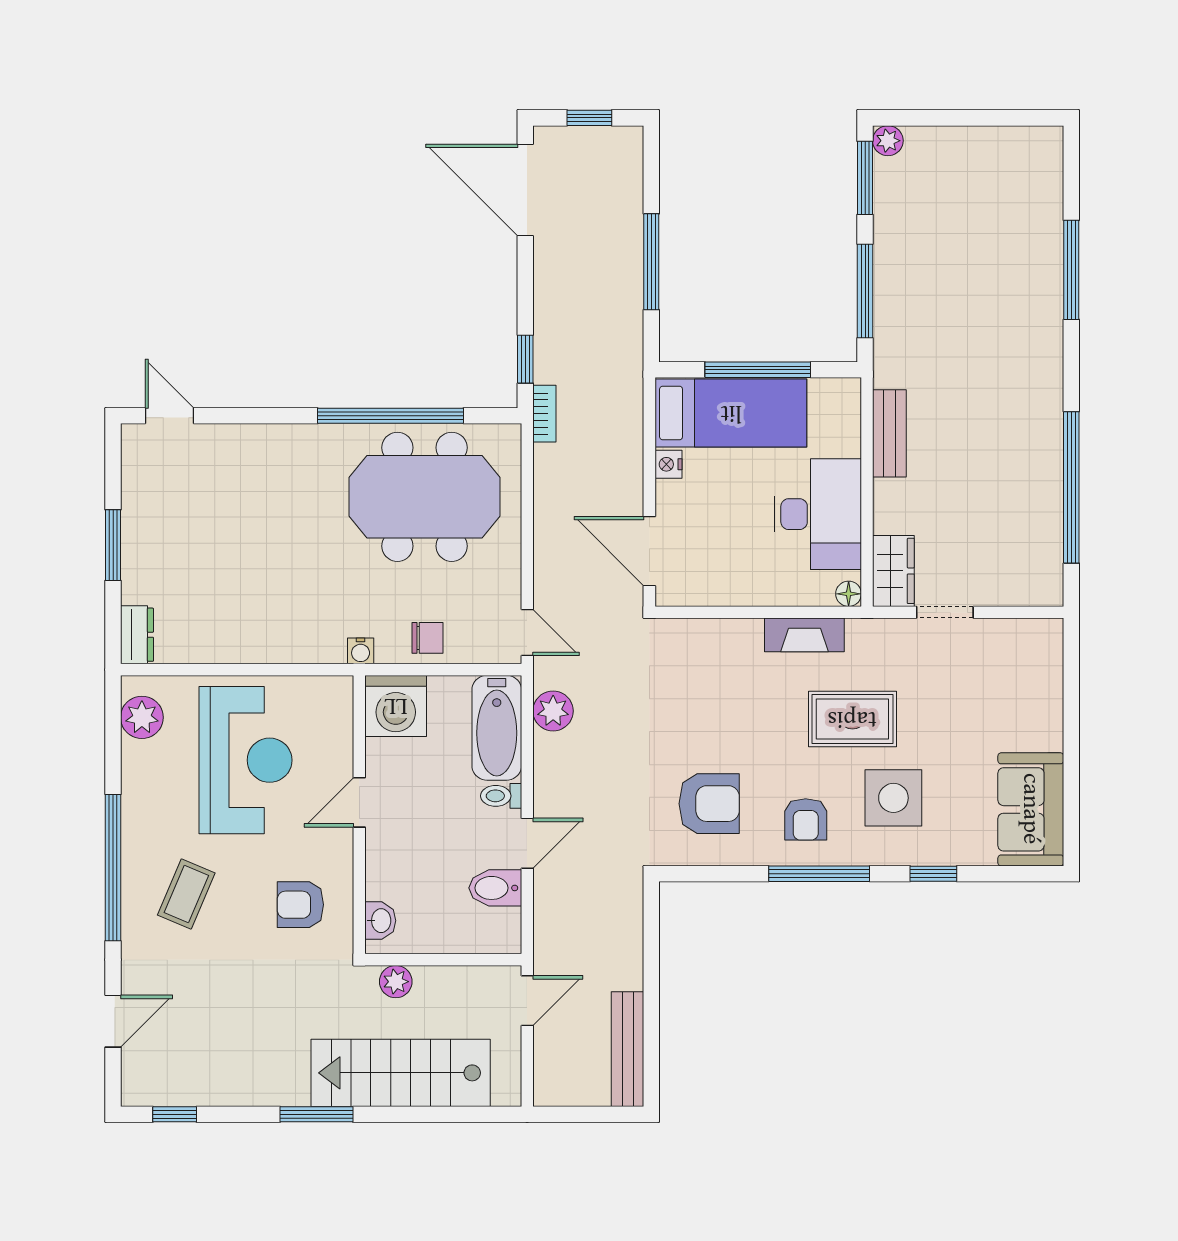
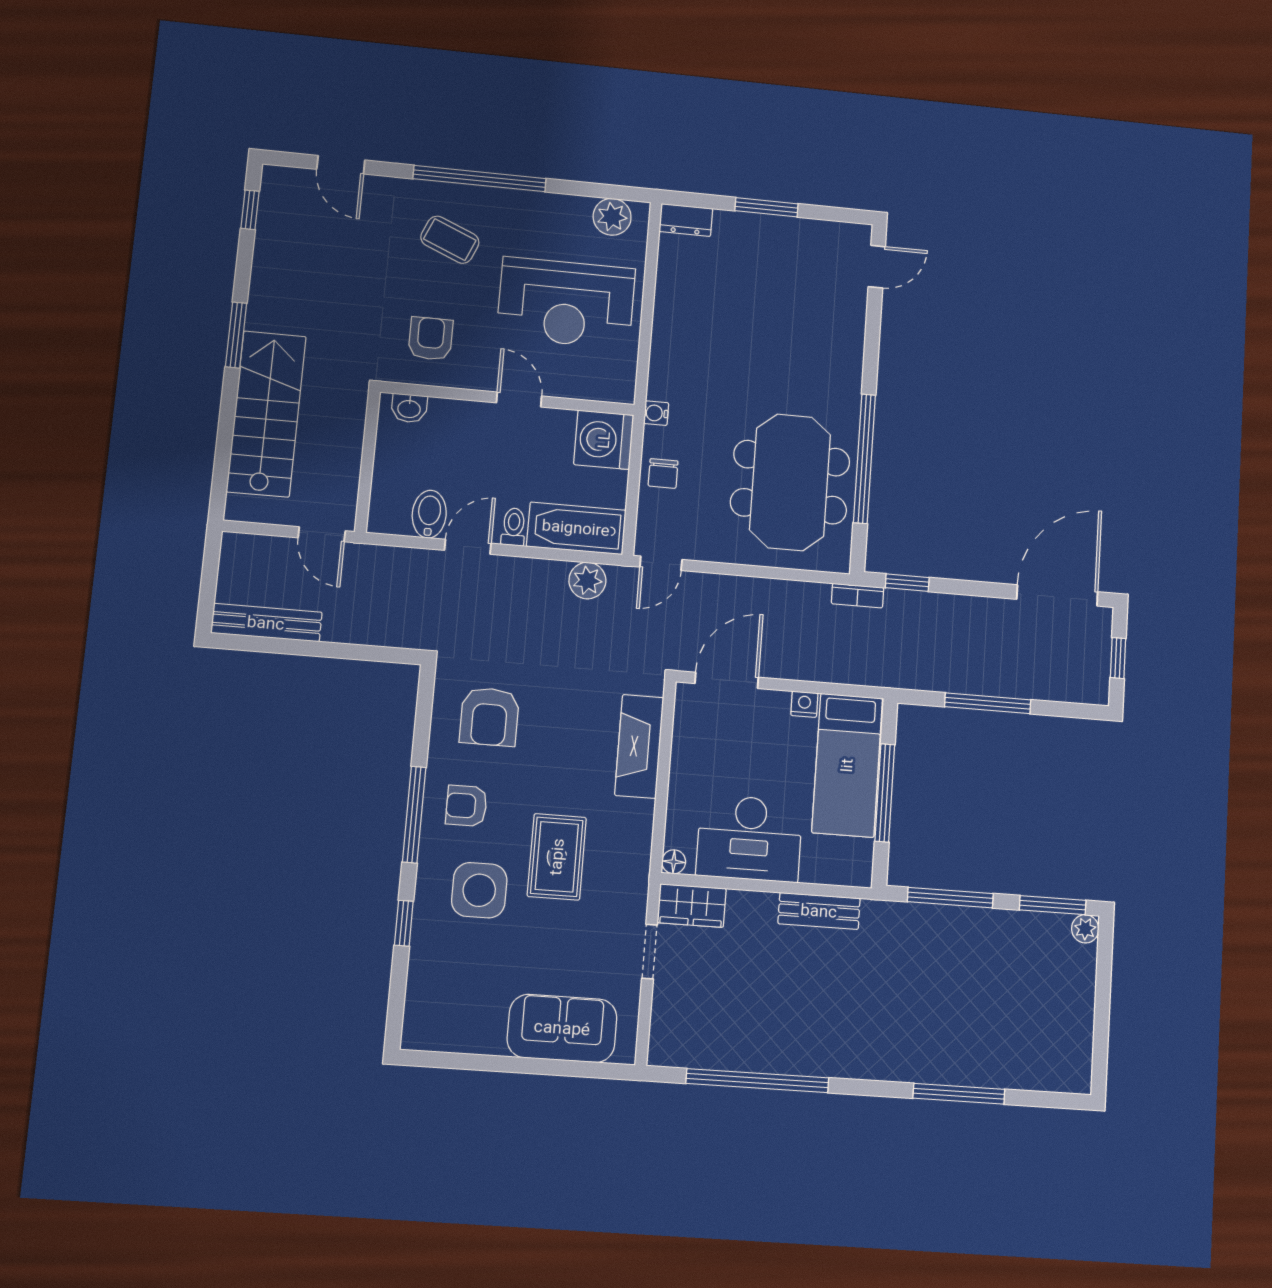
fireplace: (804, 635) -> (639, 746), moved, width x1.37, depth x1.32
sofa: (1031, 809) -> (562, 1028), moved
door: (527, 843) -> (468, 547), swing flipped
plant: (396, 982) -> (351, 417), removed

